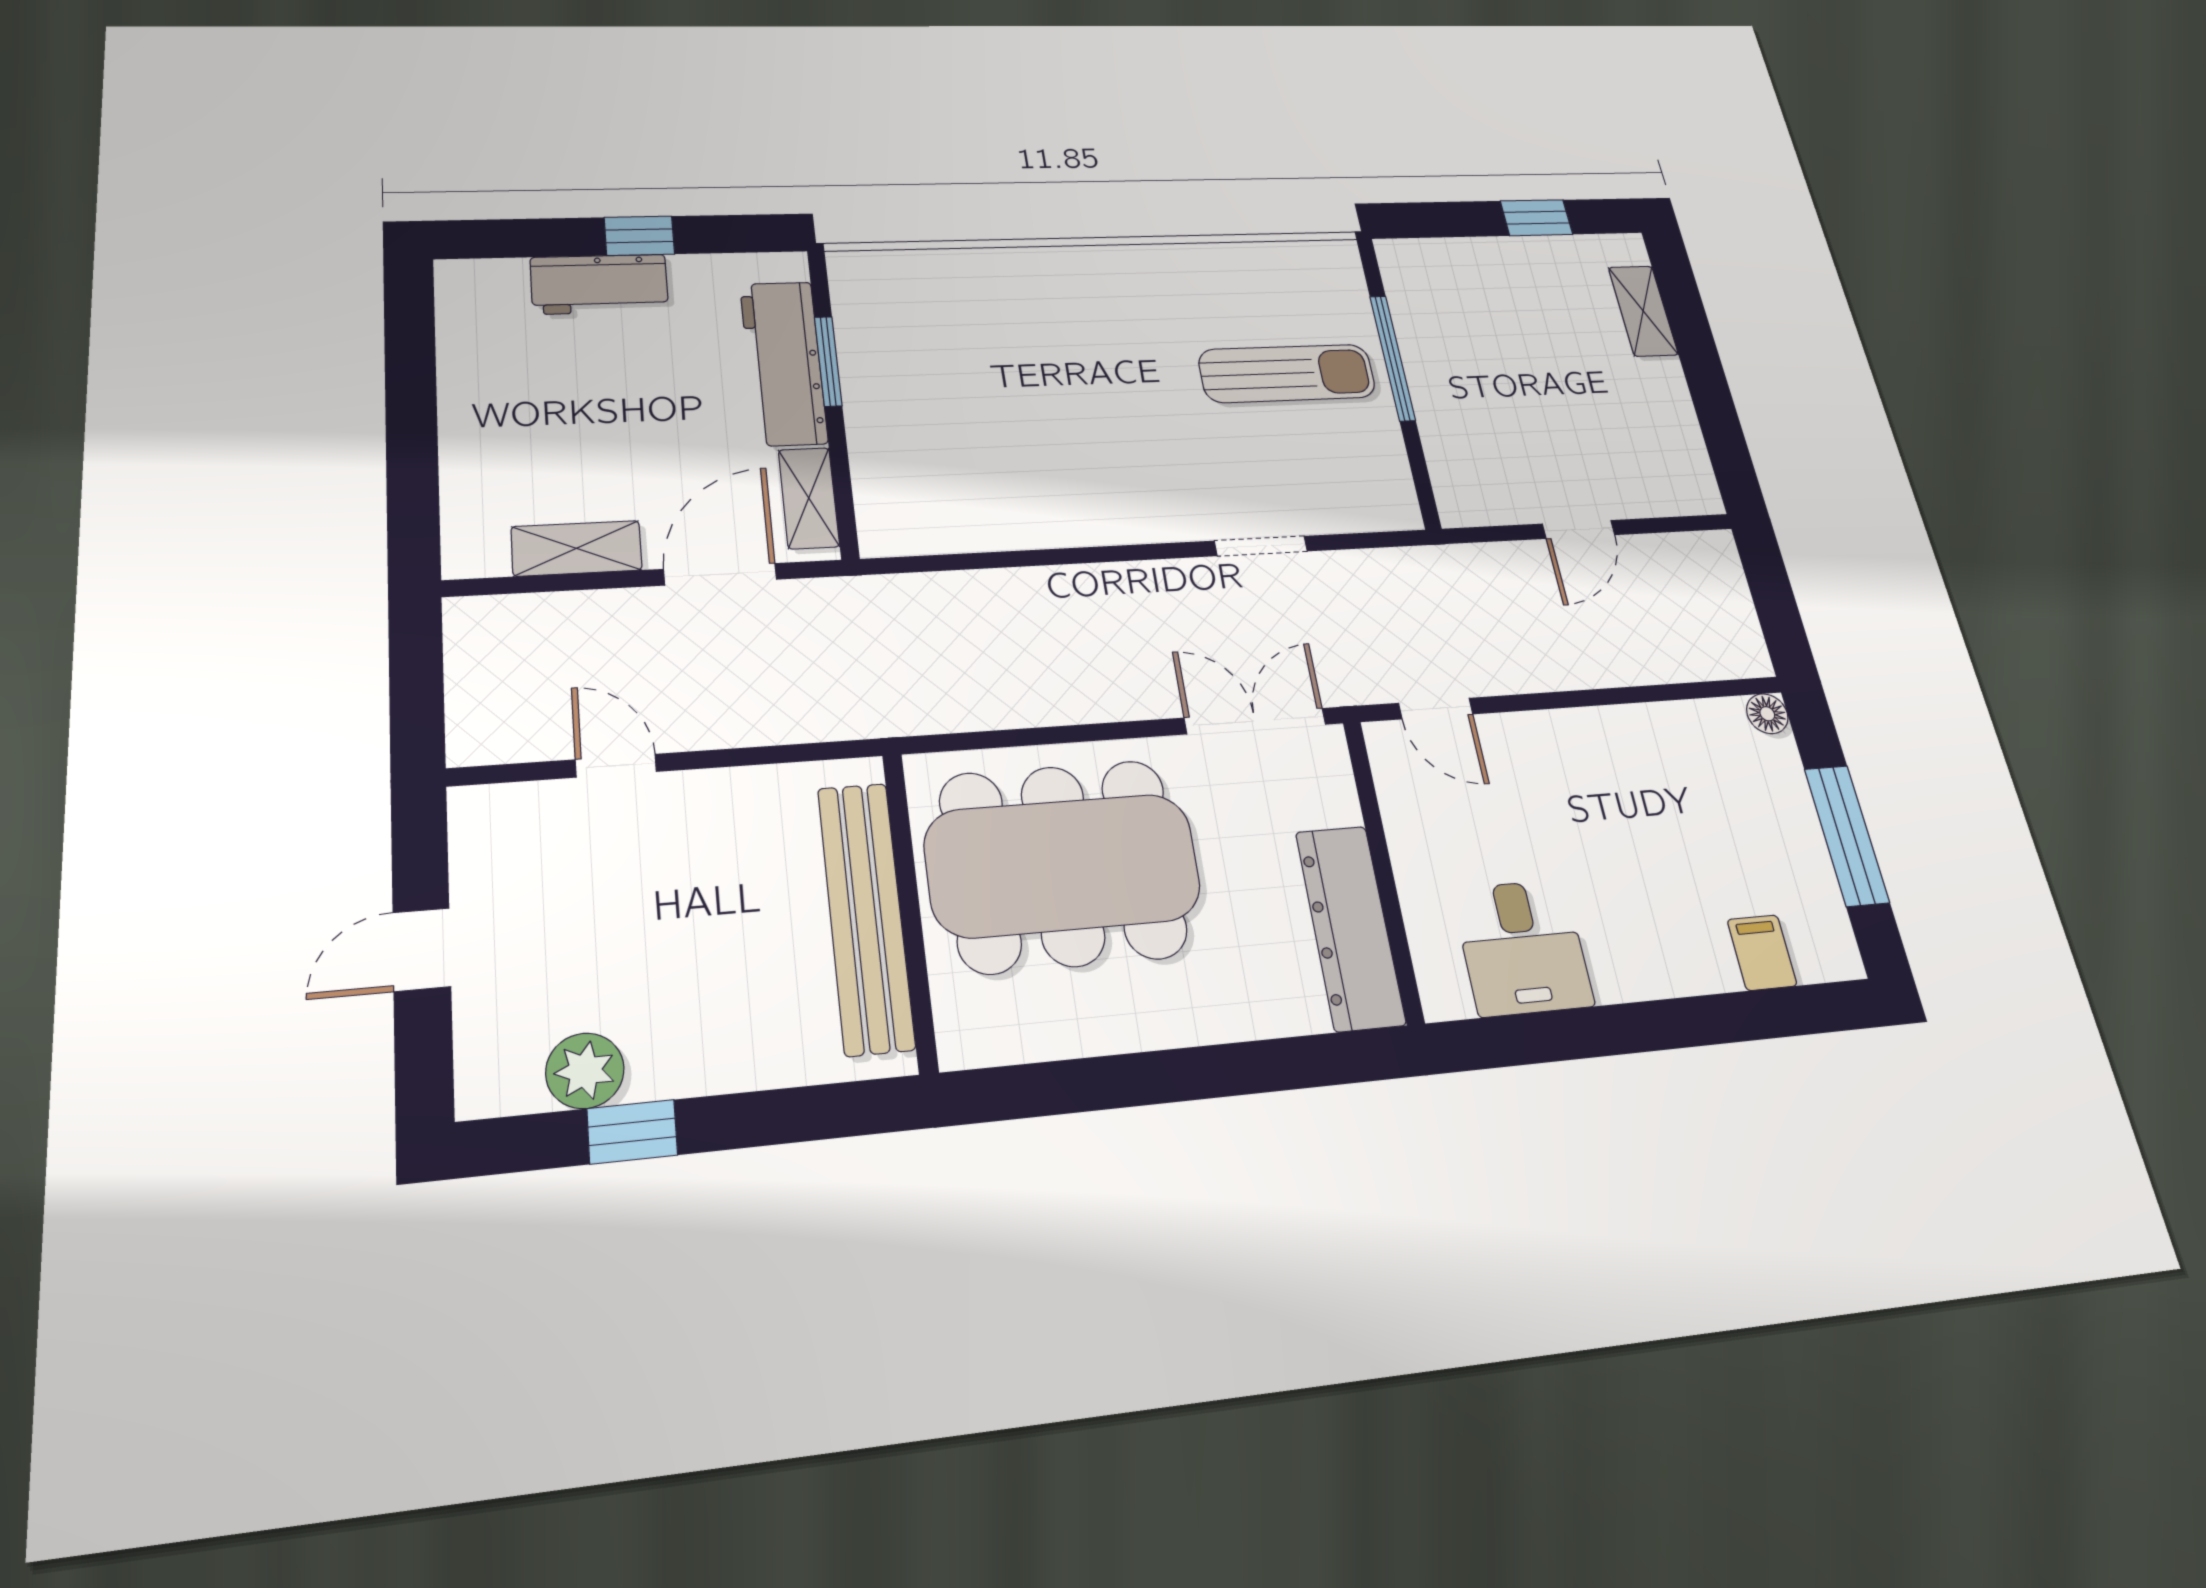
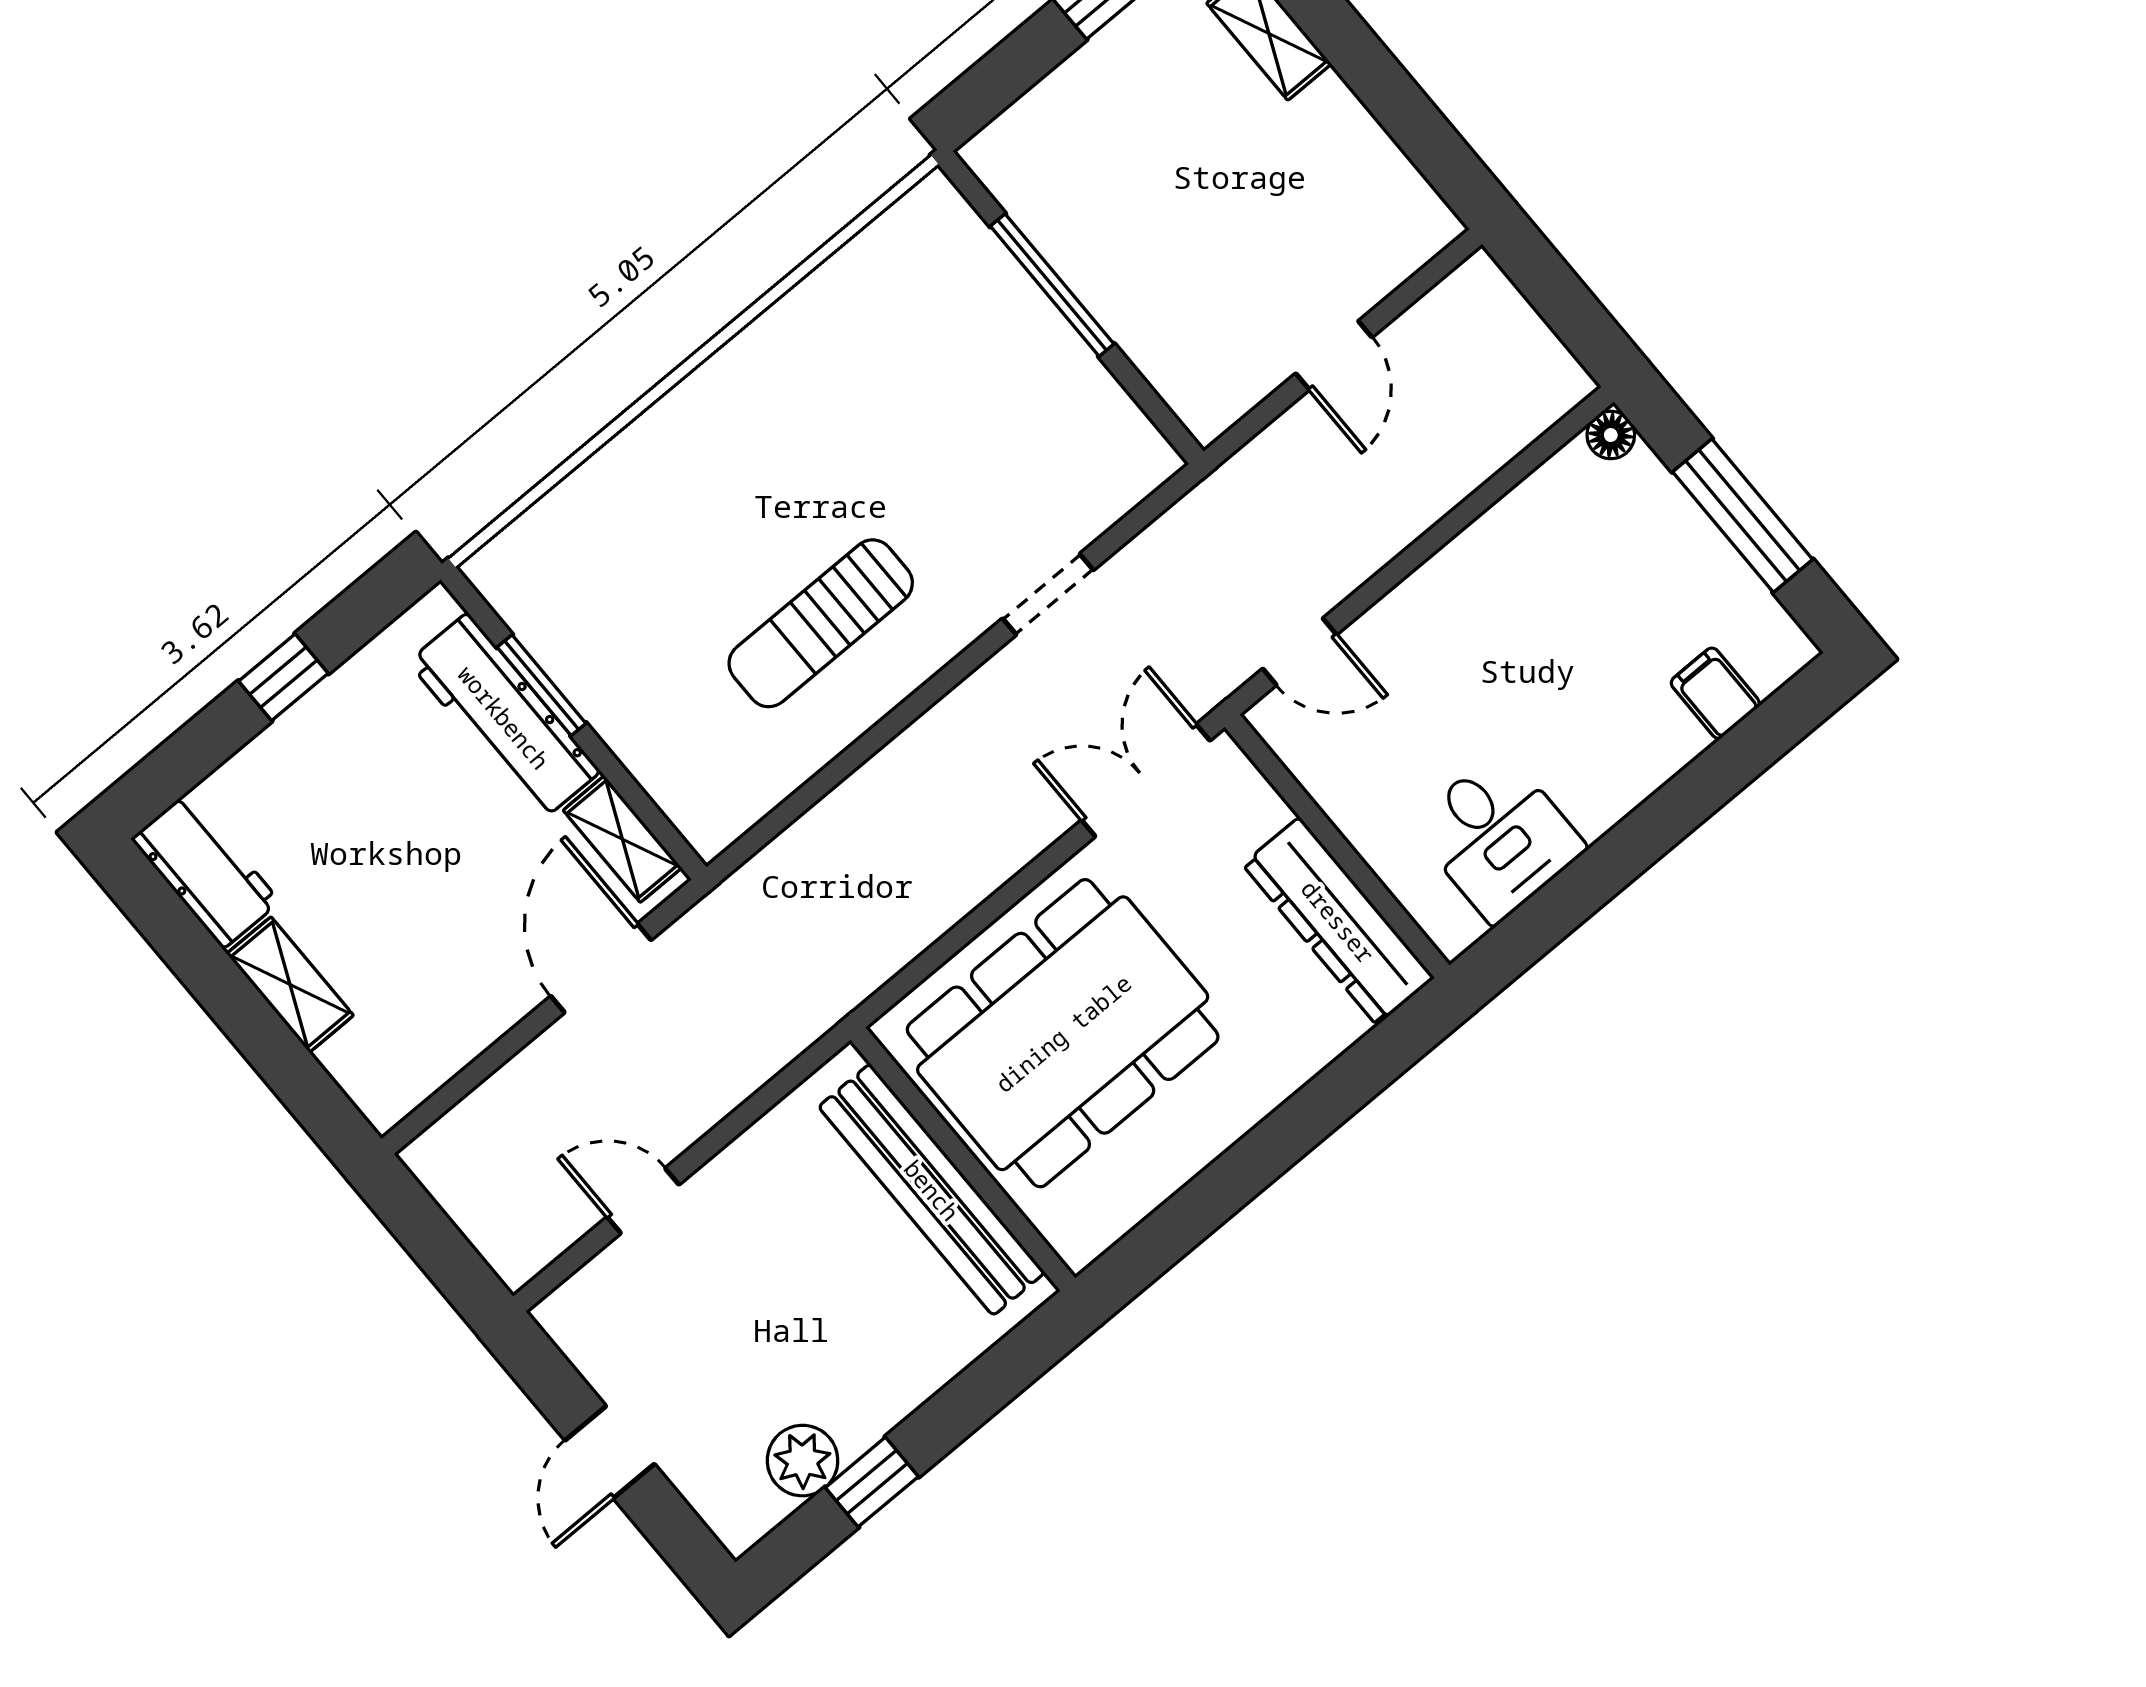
workbench: (599, 284) -> (205, 870), moved, turned -90
sun lounger: (1287, 373) -> (821, 623), moved, turned 180
shelving: (577, 548) -> (290, 985), moved, turned 90

